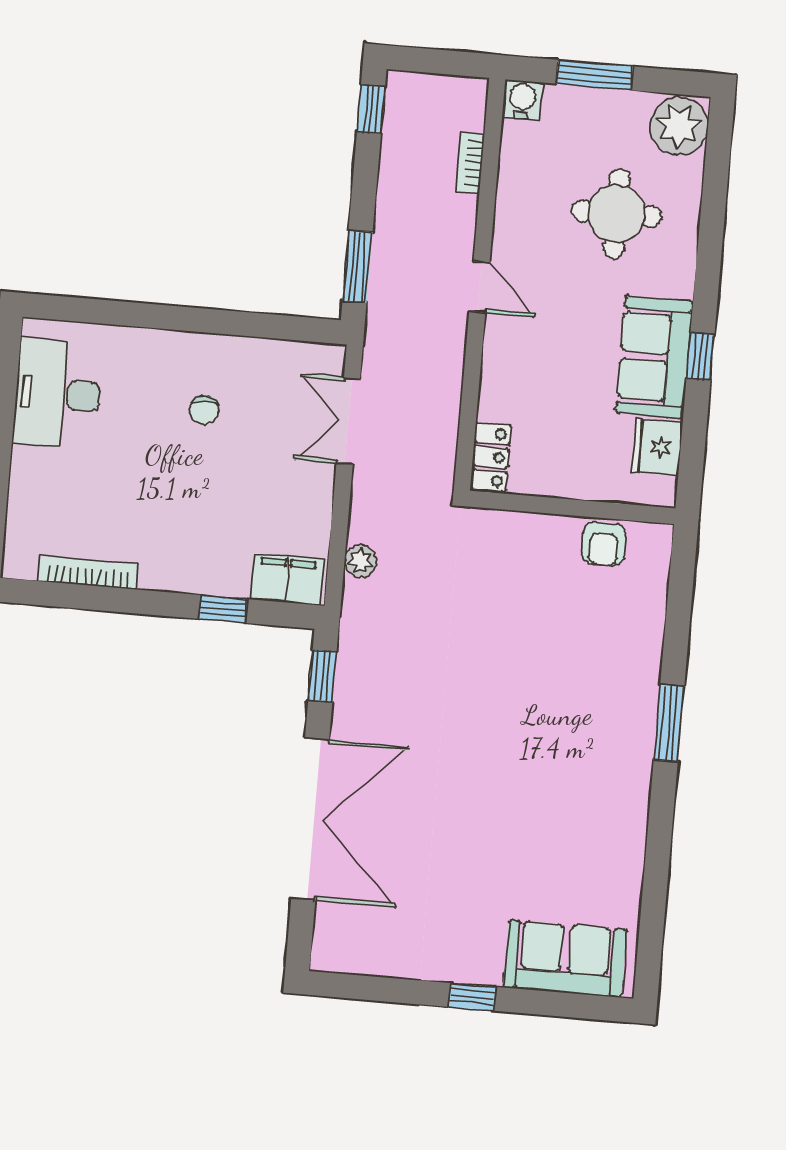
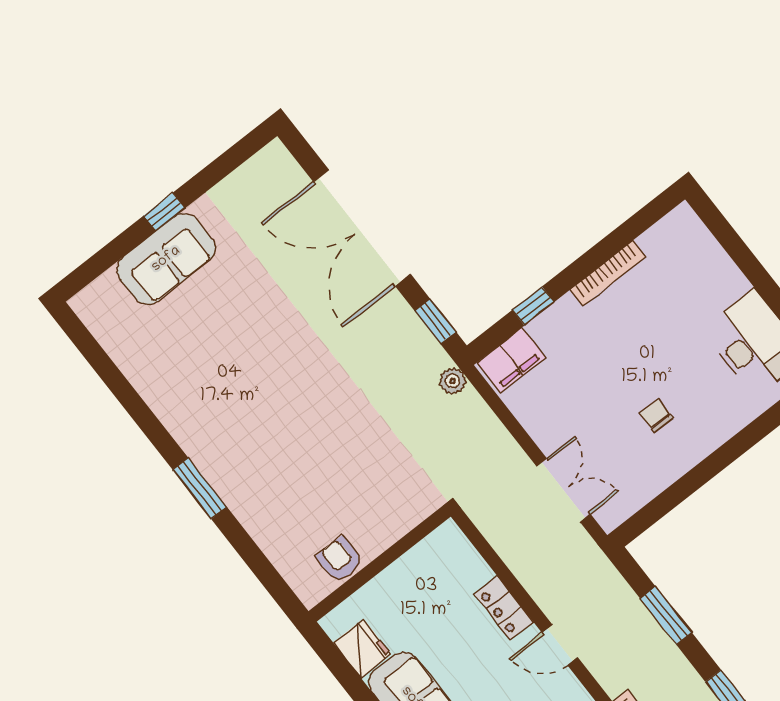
window: (358, 266) -> (666, 615), moved
locker: (491, 457) -> (504, 608), moved
plant: (360, 561) -> (453, 381), moved
bookcase: (88, 573) -> (608, 273), moved
sofa: (565, 959) -> (166, 259), moved

